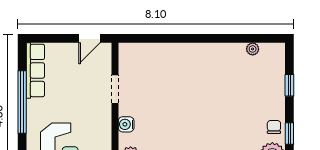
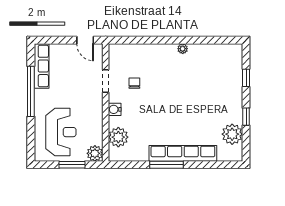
door: (90, 38) -> (85, 40), hinge flipped
plant: (253, 49) -> (183, 49), moved
chair: (274, 127) -> (134, 83), moved

